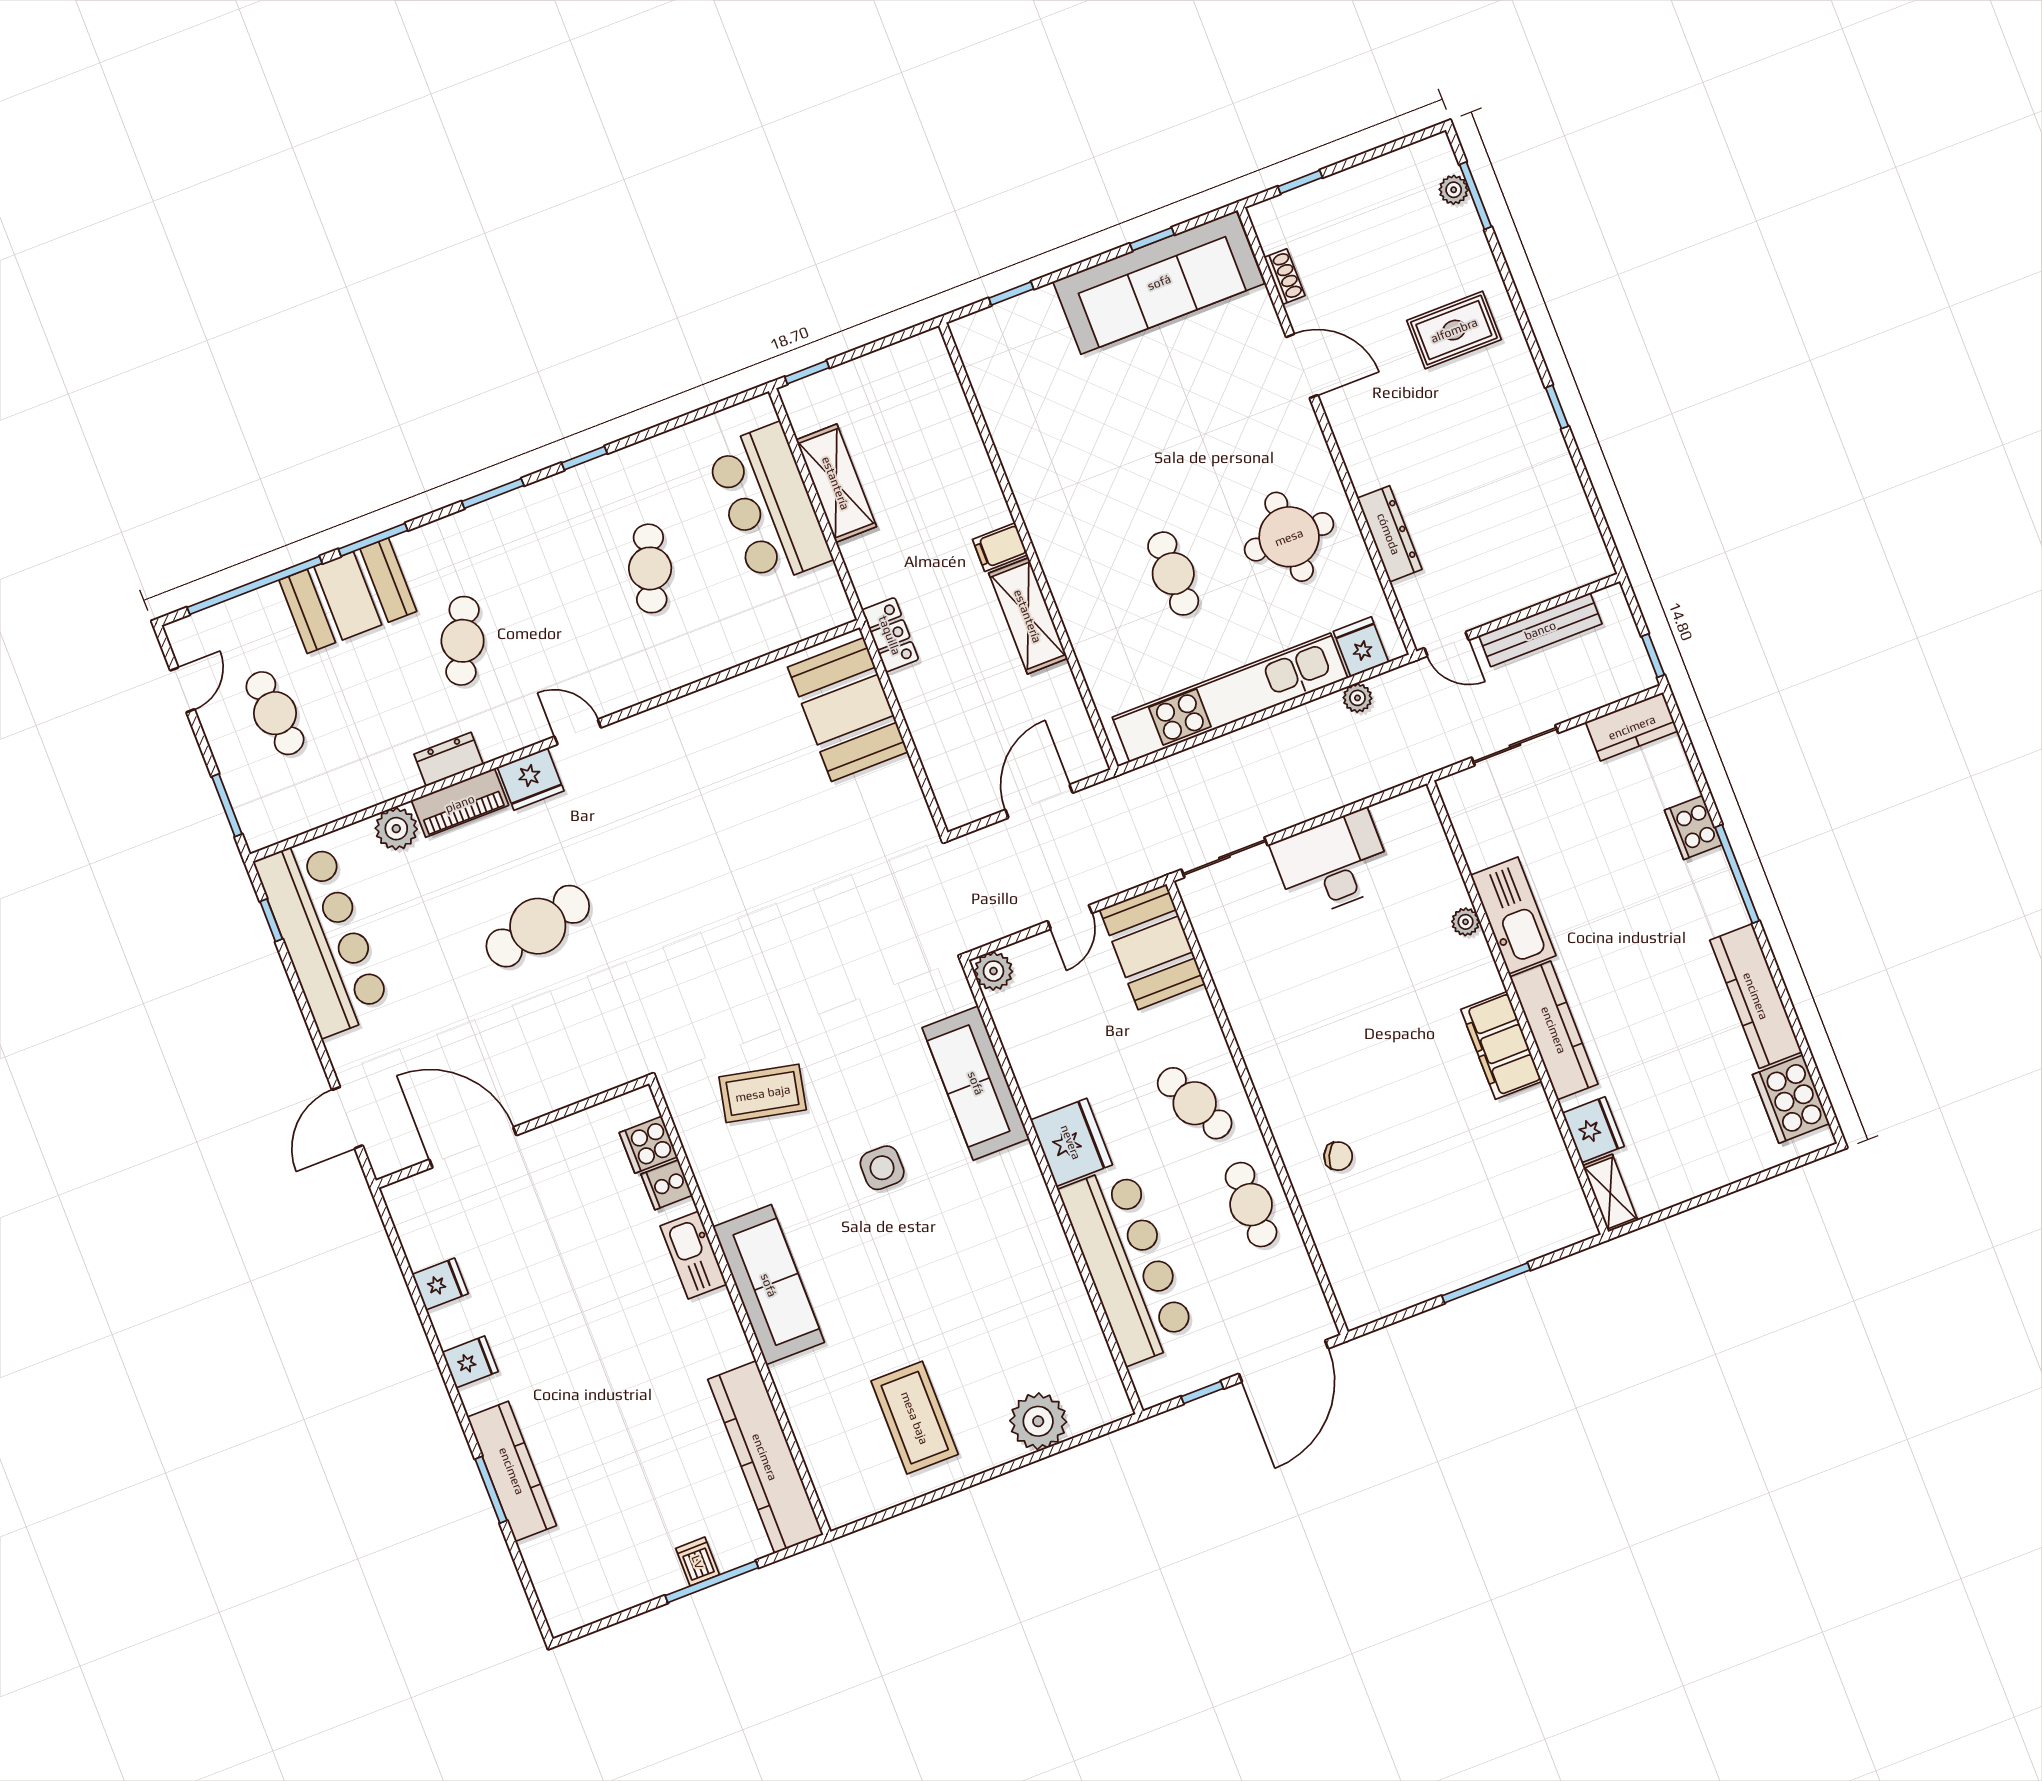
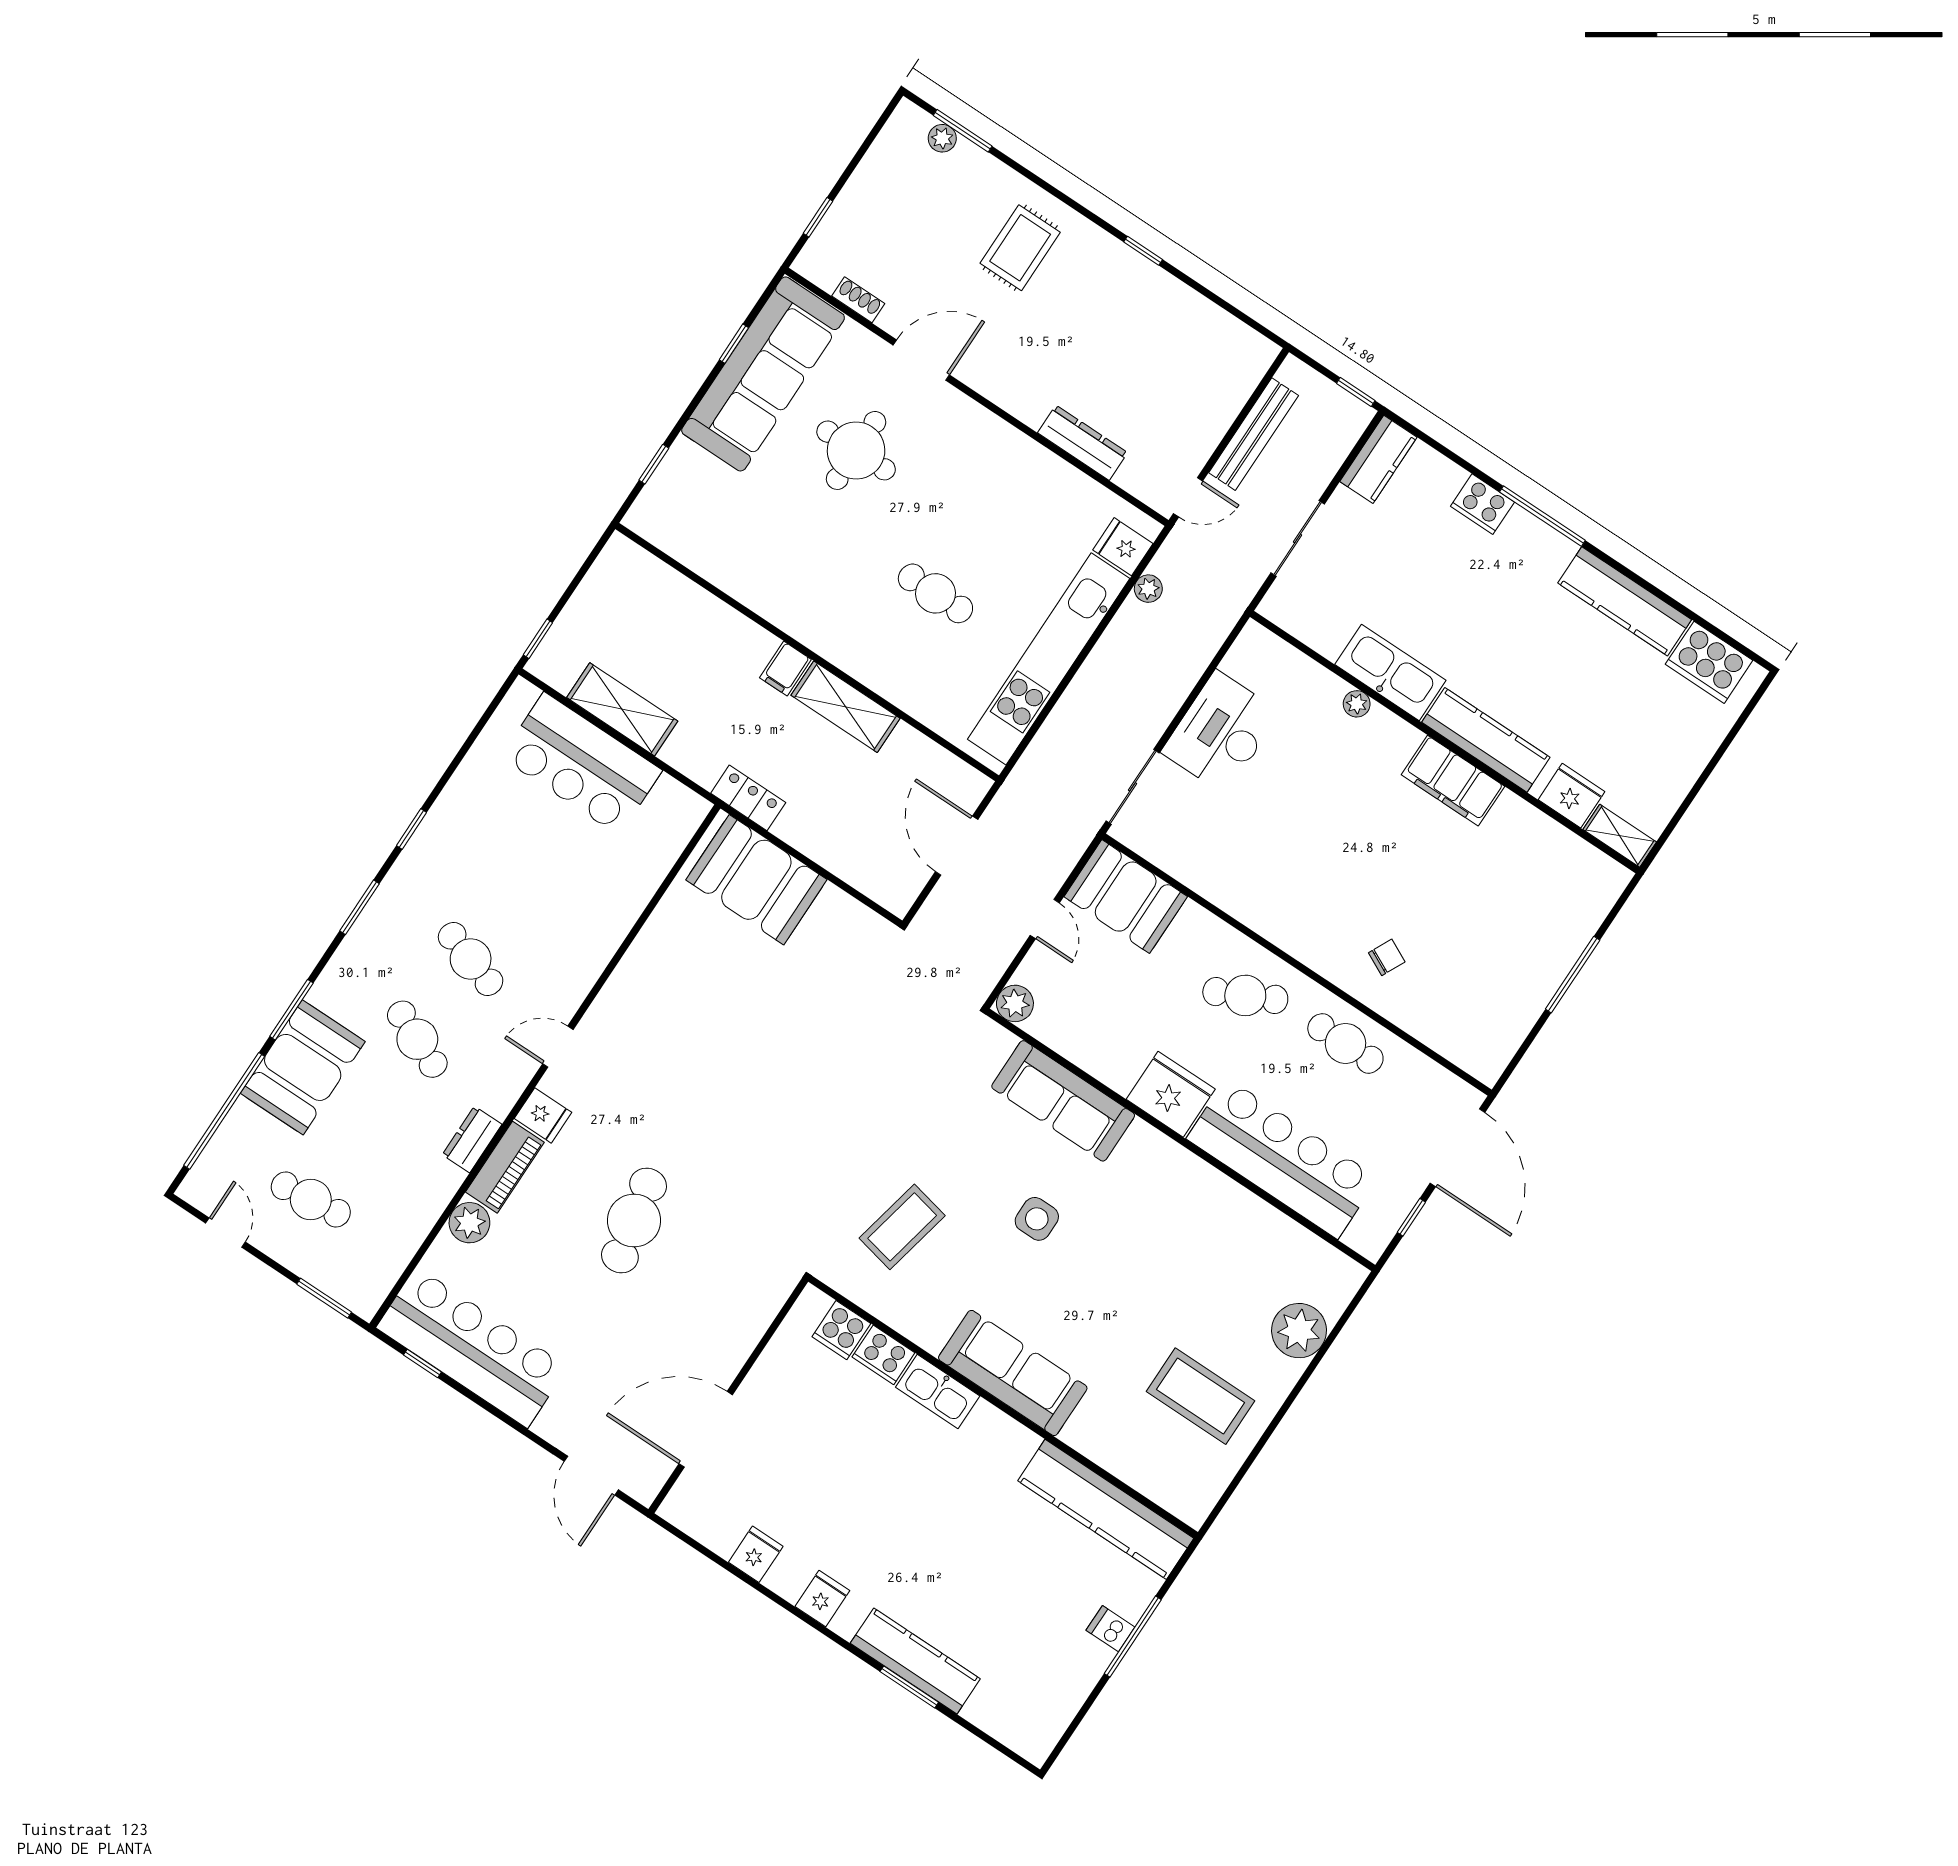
round table: (1289, 537) -> (856, 450), moved
cafe table: (650, 568) -> (471, 959), moved
fridge: (531, 779) -> (543, 1115), width x0.72
cooker: (667, 1185) -> (883, 1355), width x1.36

